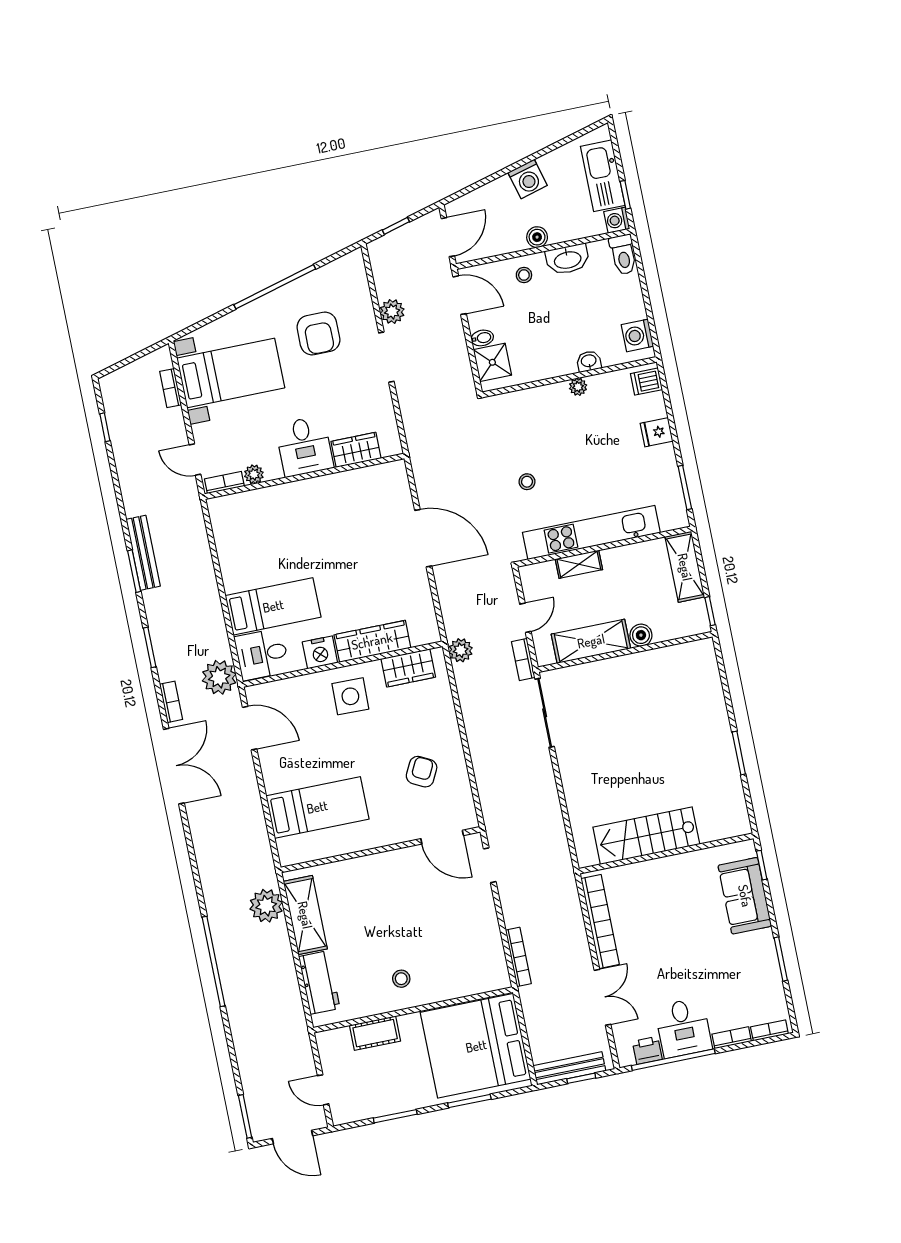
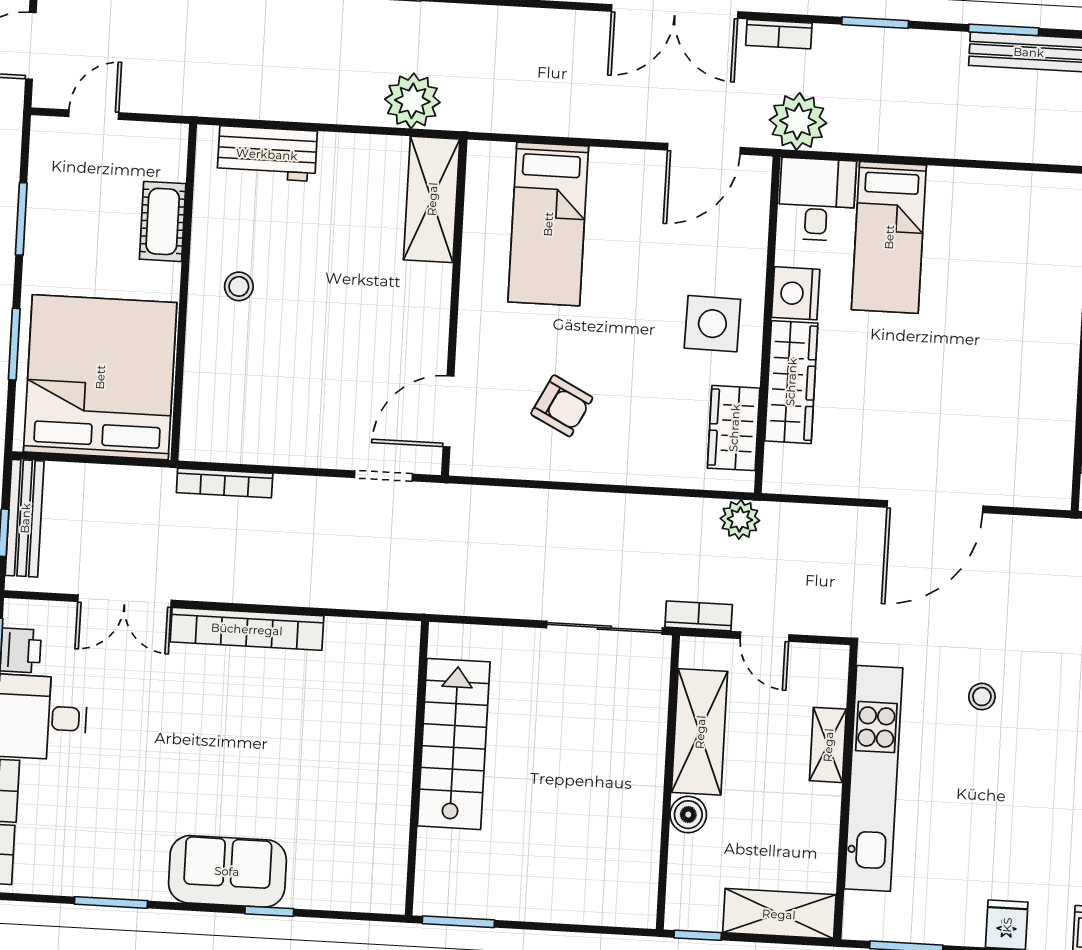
stairs: (646, 836) -> (454, 744), moved
wall: (666, 854) -> (417, 768), moved
shelving: (305, 915) -> (432, 199), moved, turned 90

